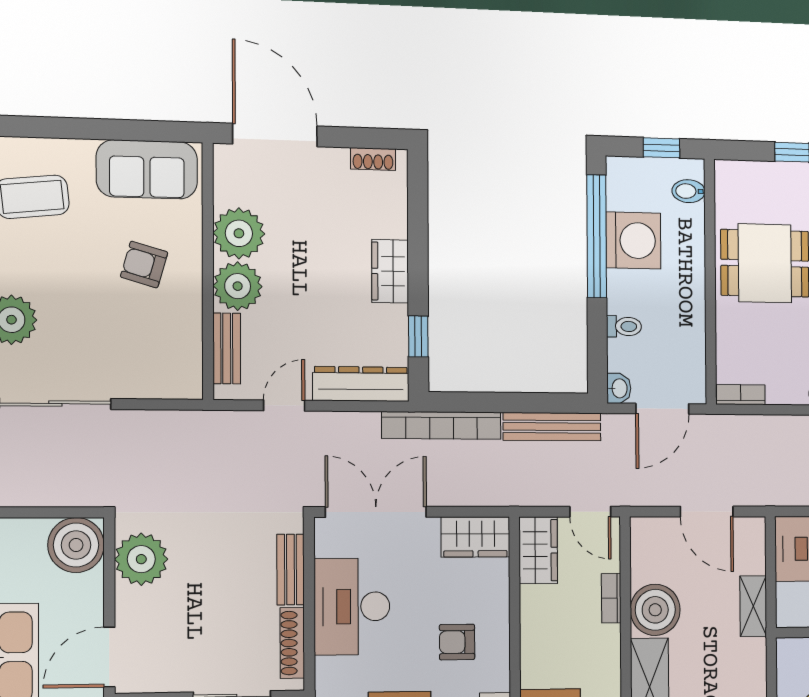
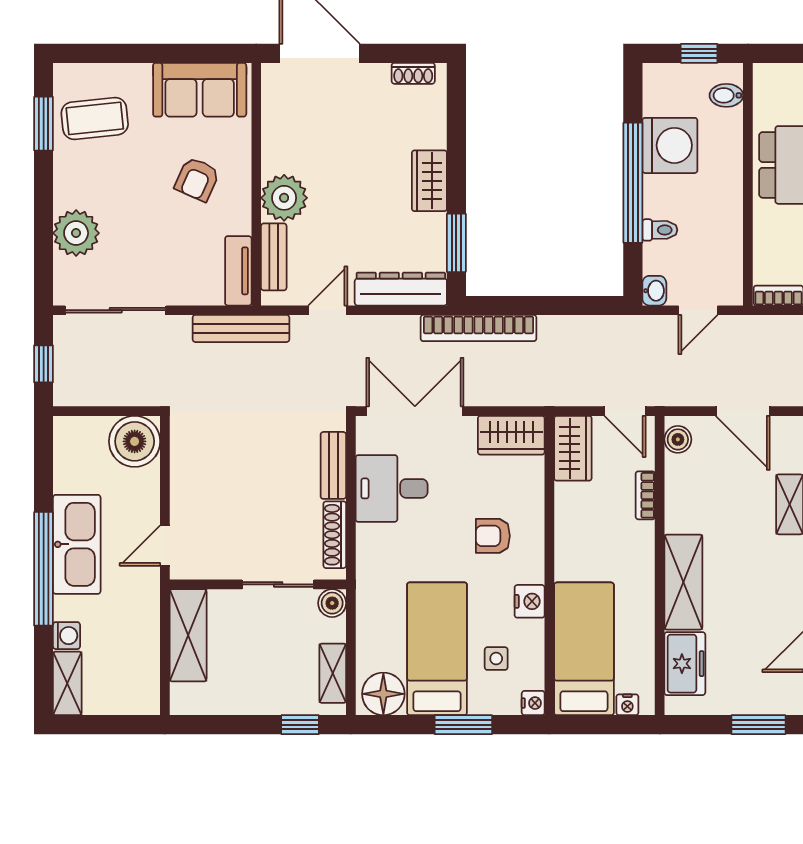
plant: (239, 233) -> (285, 148), removed
window: (597, 236) -> (633, 183), moved
armchair: (144, 265) -> (197, 179), turned -82
window: (418, 336) -> (456, 243), width x1.50
tv unit: (189, 363) -> (238, 271), added
door: (662, 409) -> (698, 310), width x0.73
bench: (552, 427) -> (241, 328), moved
plant: (141, 559) -> (194, 455), removed
desk: (352, 607) -> (392, 488), width x0.73
boiler: (655, 610) -> (678, 439), moved, width x0.54, depth x0.54
door: (109, 657) -> (165, 546), width x0.73

